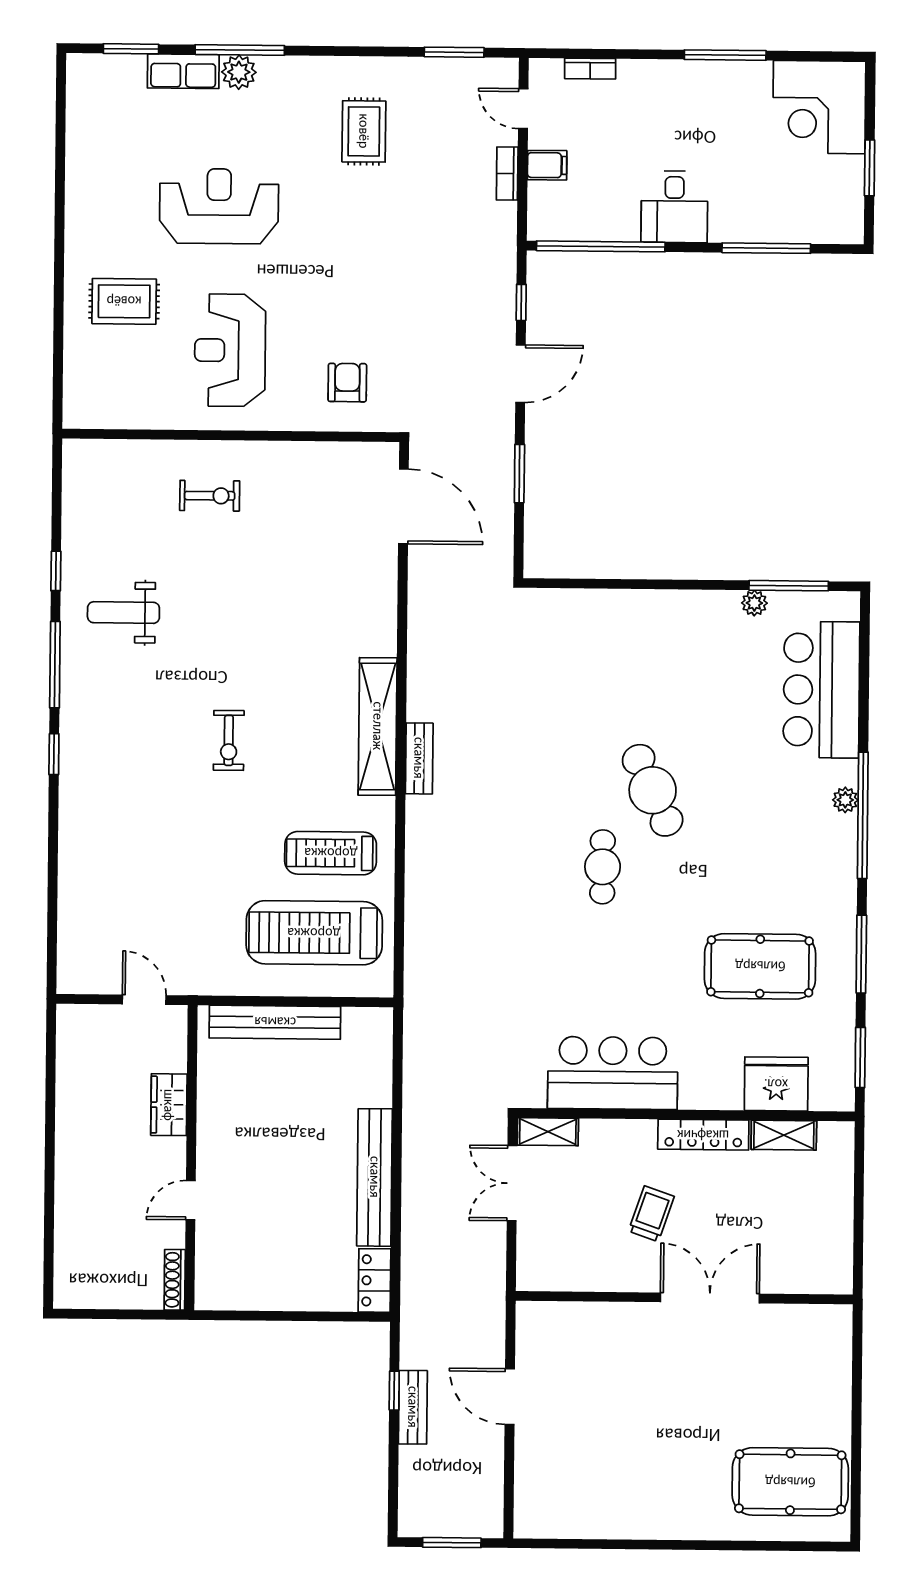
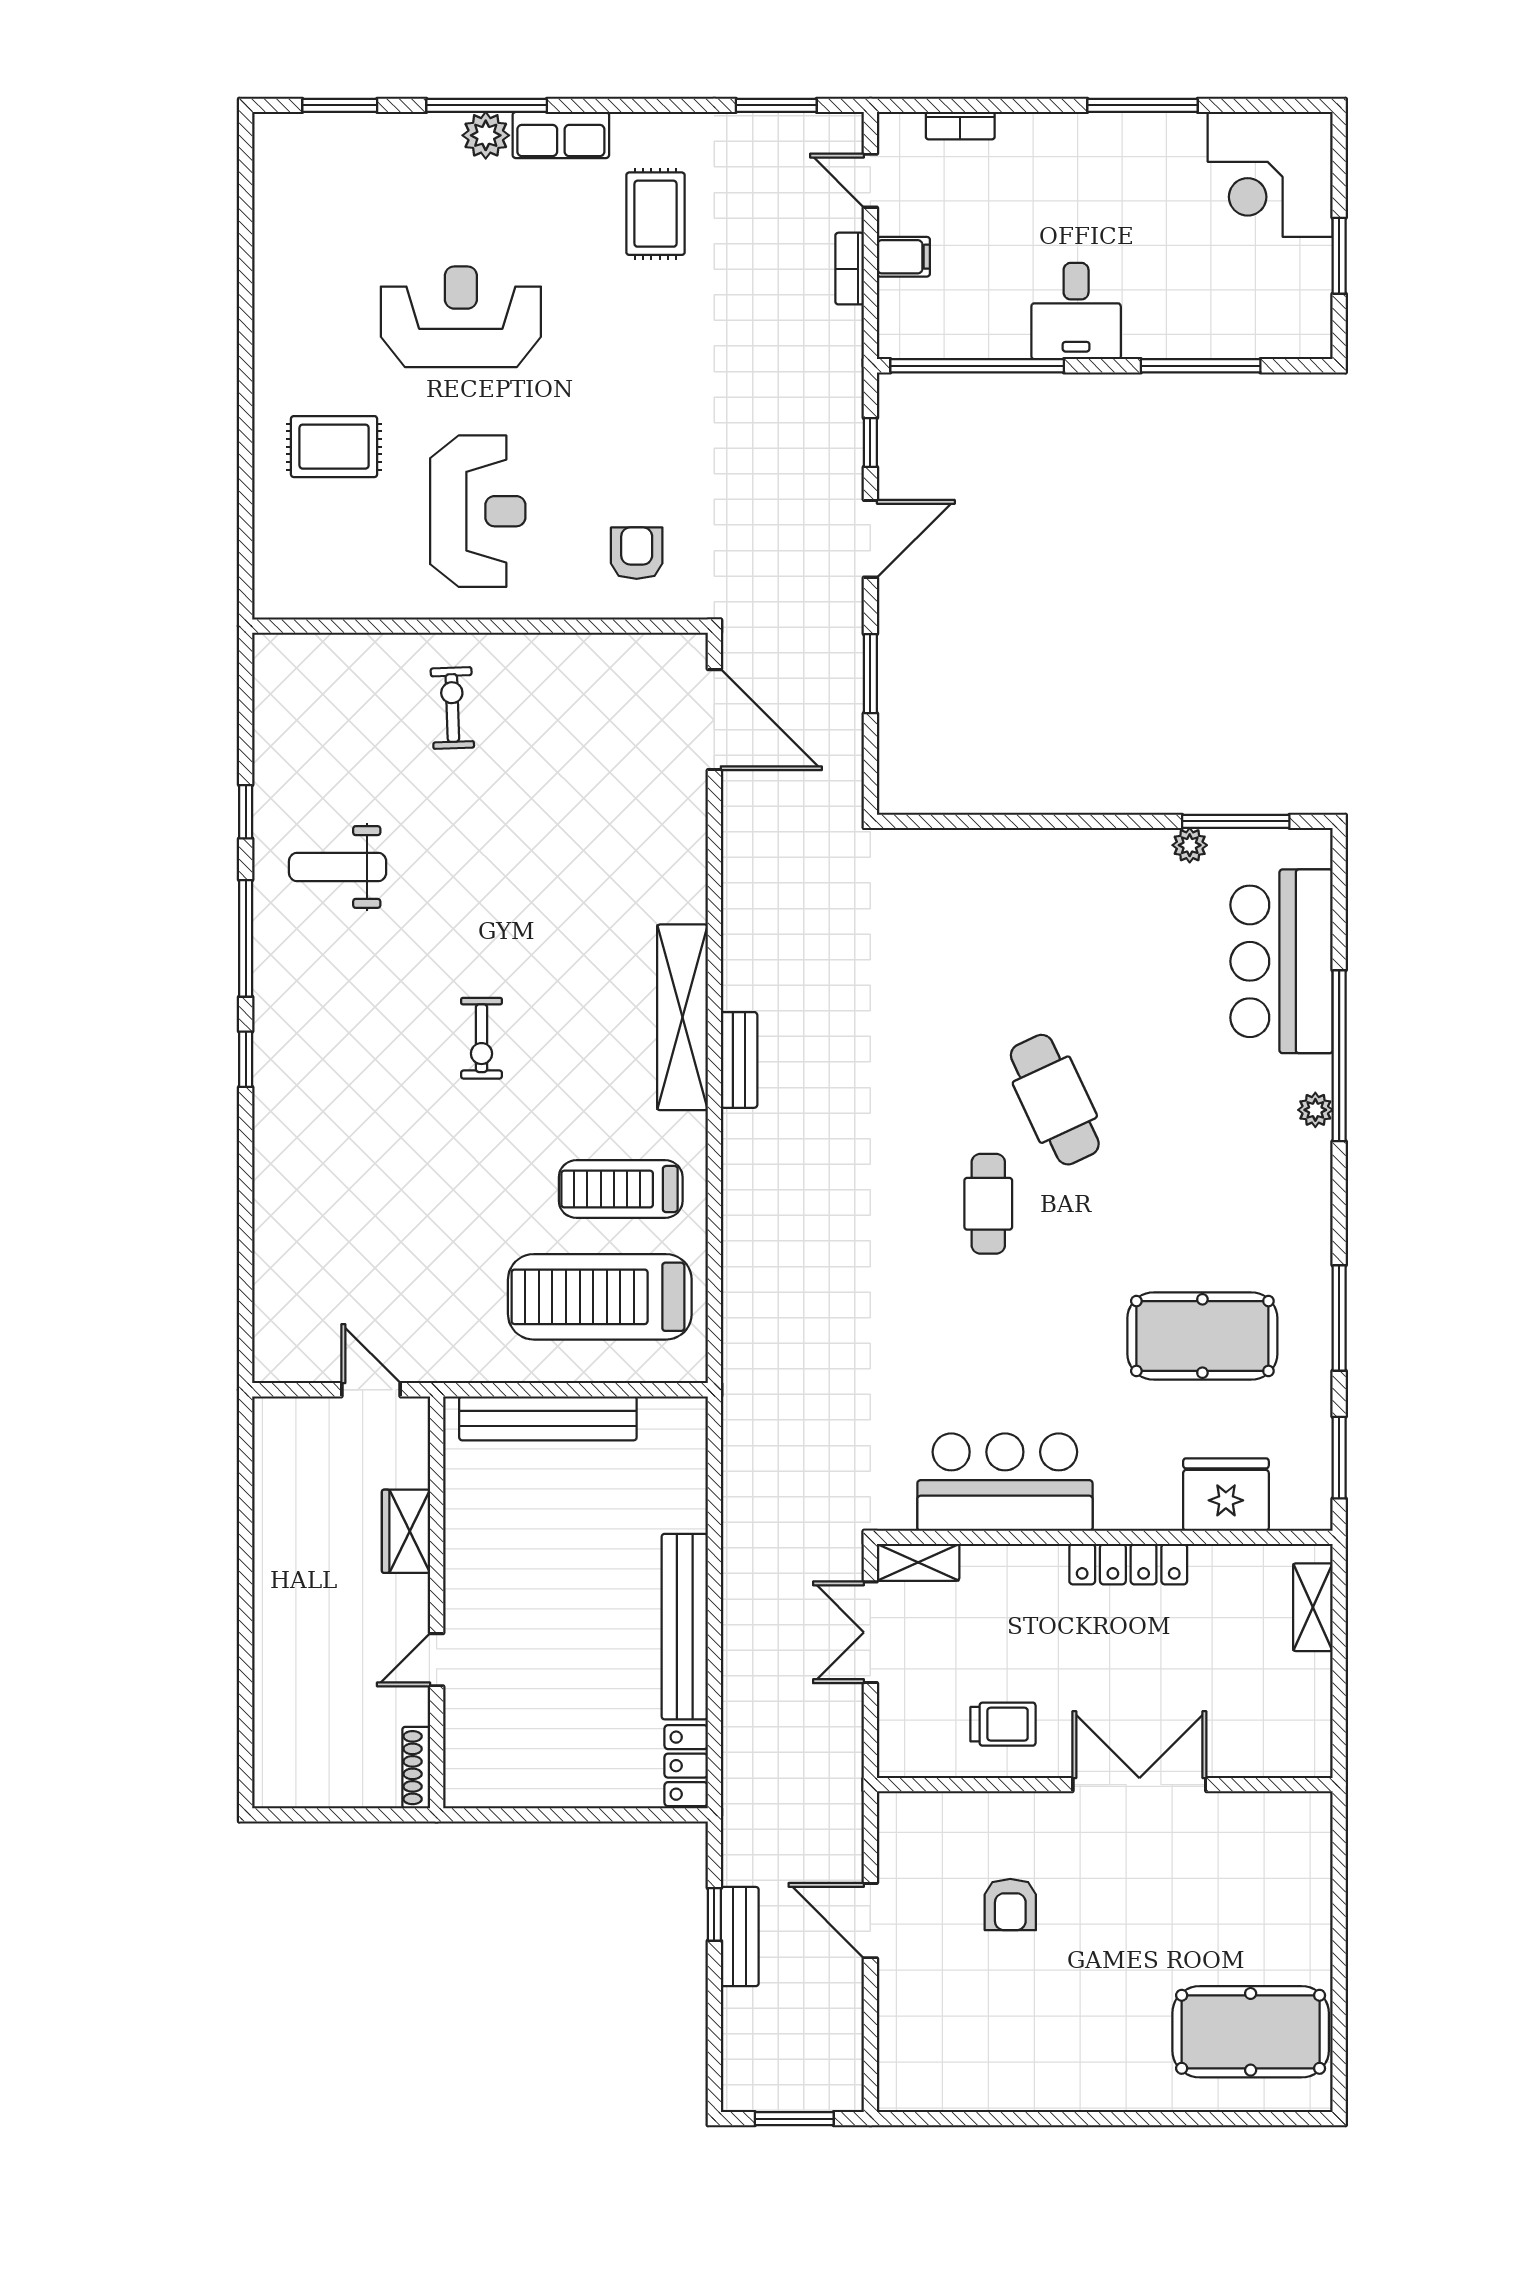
row of seats: (183, 71) -> (561, 135), moved
reception desk: (230, 350) -> (478, 511), turned 180
exercise bike: (210, 496) -> (452, 708), turned -92
window: (863, 815) -> (1339, 1056), moved
shelving: (784, 1135) -> (1313, 1607), moved, turned 90
trolley: (651, 1214) -> (1003, 1724), moved, turned 71
armchair: (613, 1386) -> (1010, 1905), added

